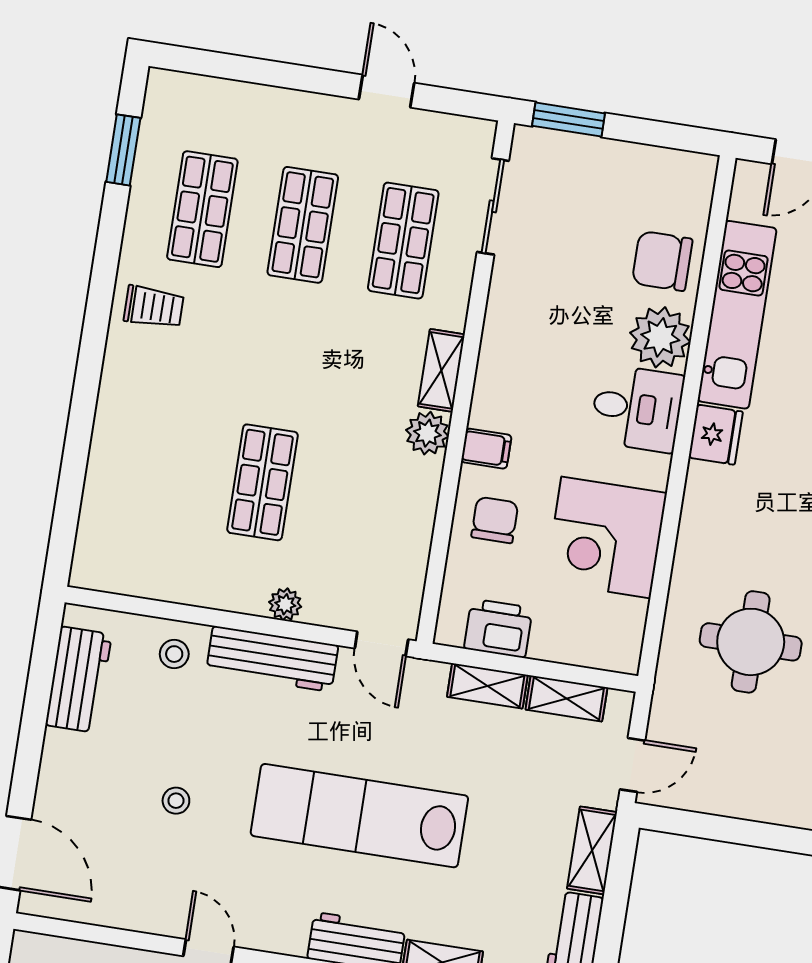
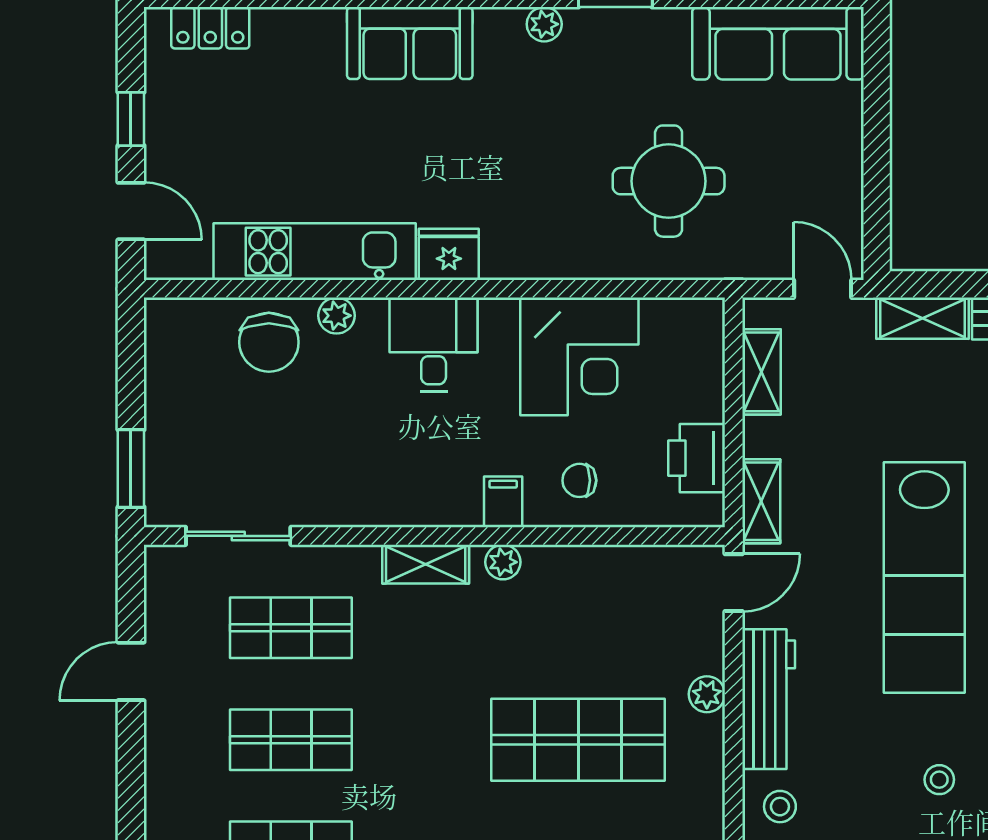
plant: (660, 337) -> (336, 316), width x0.53, depth x0.53
plant: (427, 433) -> (503, 562), width x0.73, depth x0.73
shop shelf: (262, 482) -> (578, 740), width x1.43, depth x1.36
chair: (495, 520) -> (579, 480), width x0.73, depth x0.73
shelving: (487, 686) -> (761, 501), moved

